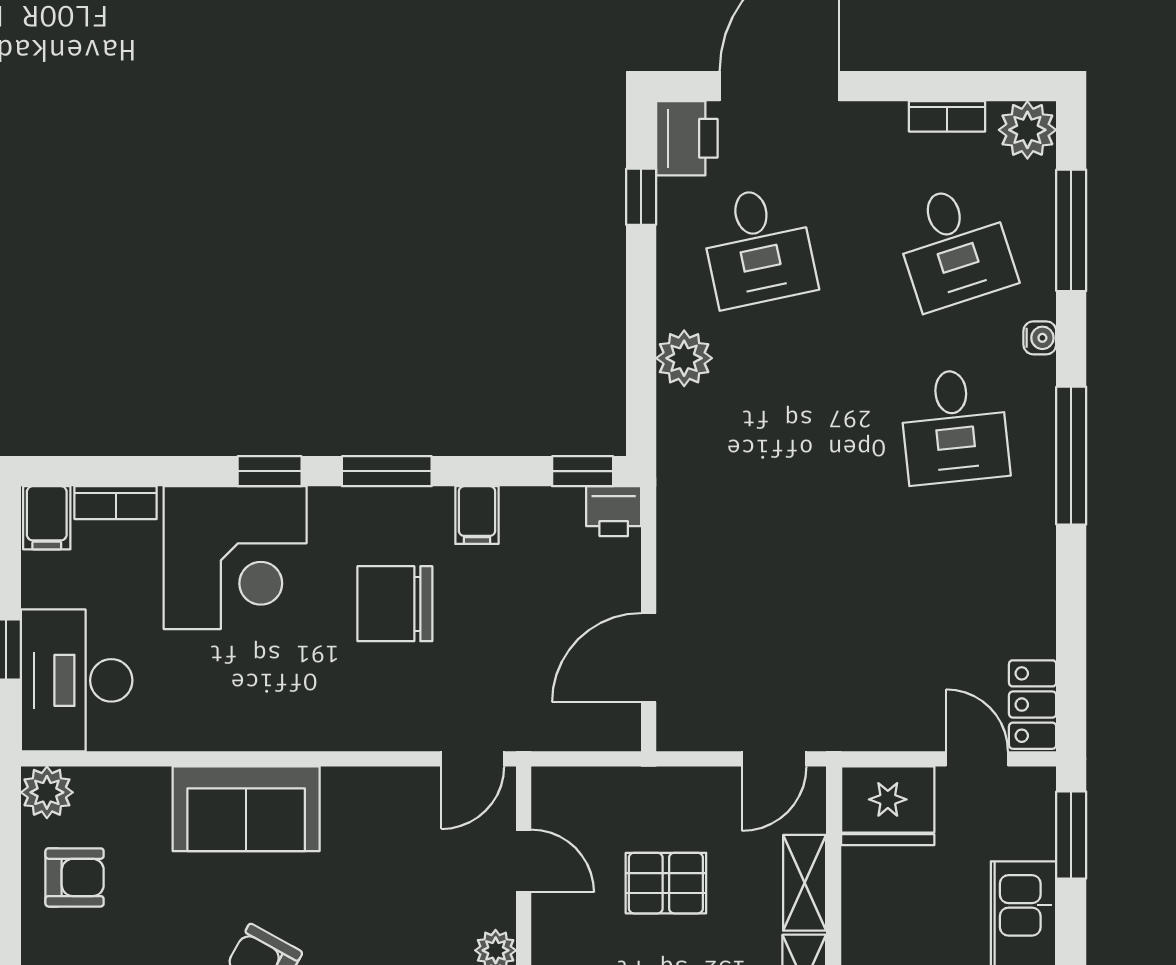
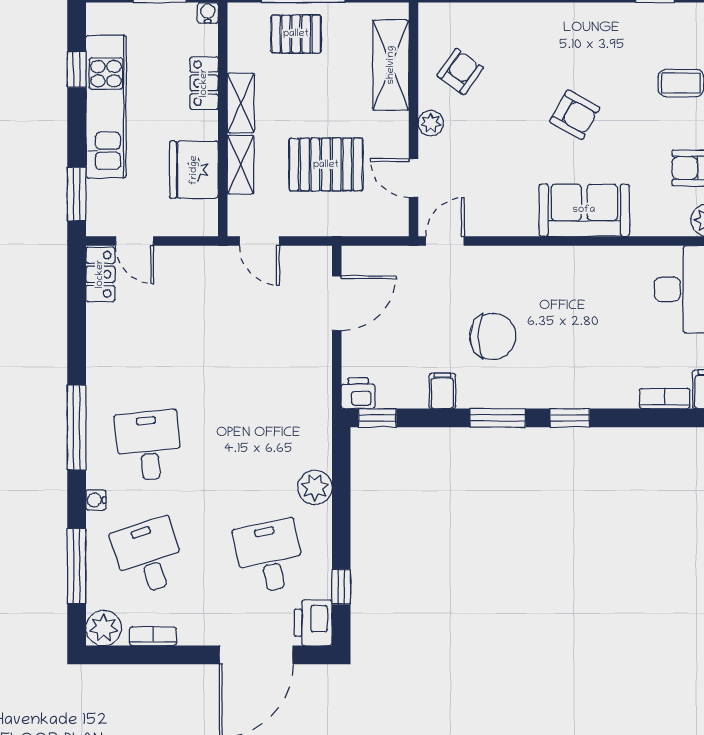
corner desk: (235, 558) -> (591, 365), removed
door: (774, 759) -> (259, 241), swing flipped
fridge: (888, 806) -> (194, 170), moved, turned -90
pallet: (666, 883) -> (326, 165), width x1.50, depth x1.42

